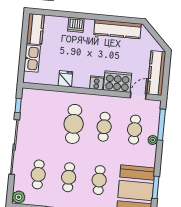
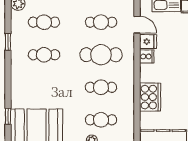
cooker: (97, 83) -> (147, 56), moved
door: (138, 96) -> (137, 25), moved
cafe table: (99, 180) -> (101, 22), moved

